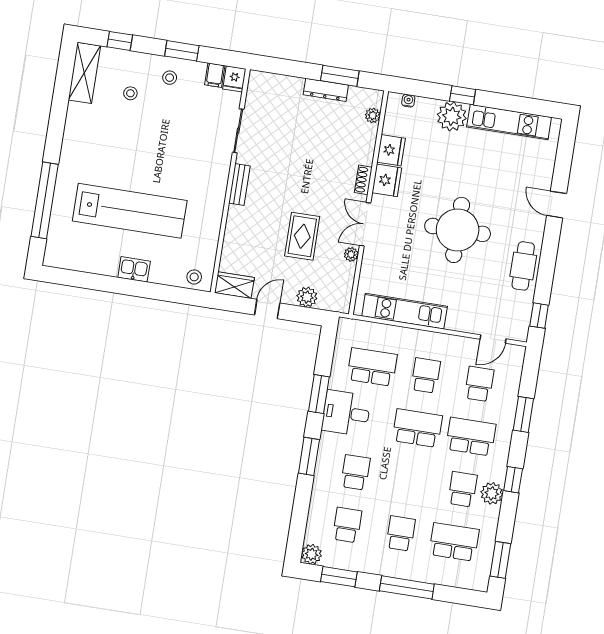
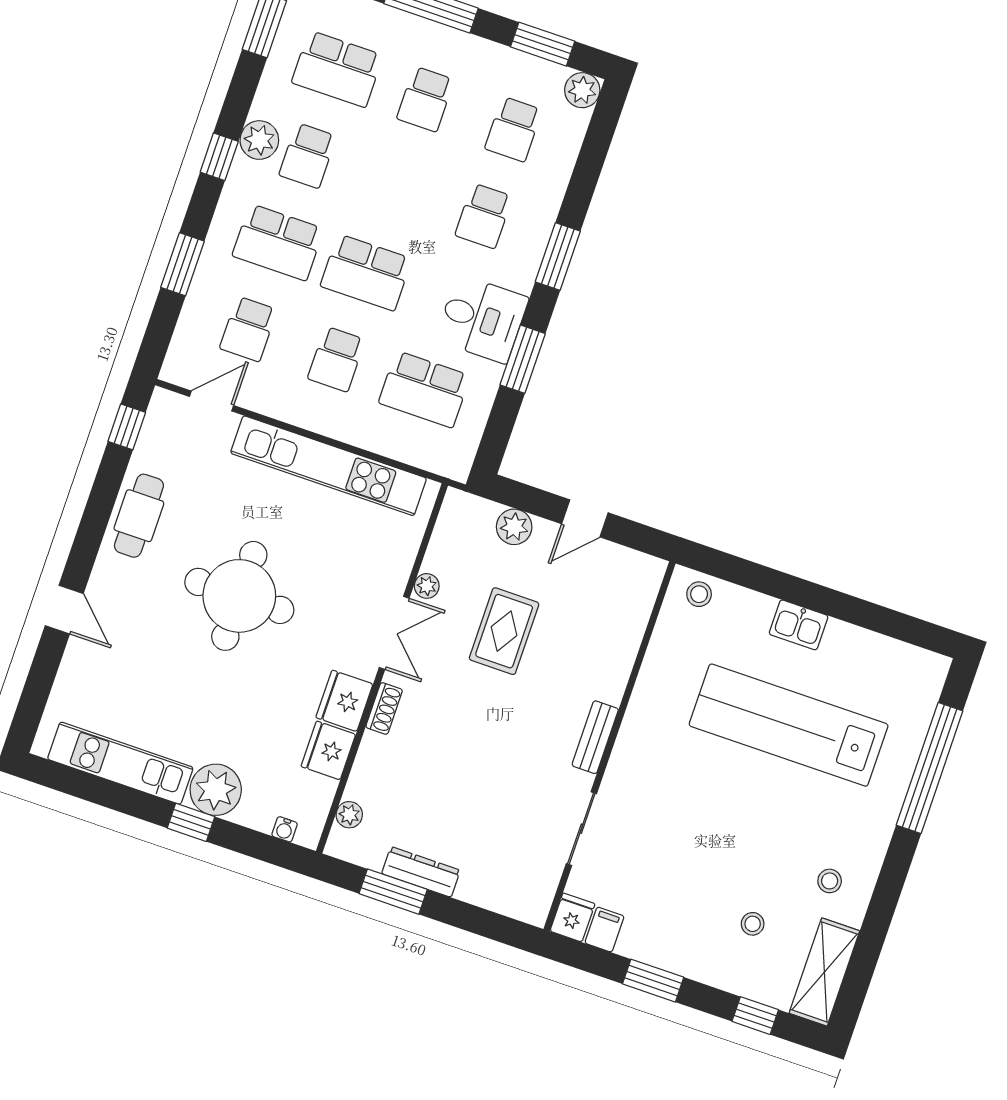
stool: (170, 78) -> (830, 881), moved
wardrobe: (234, 285) -> (633, 568), removed
kitchen unit: (405, 311) -> (329, 466), width x1.36

